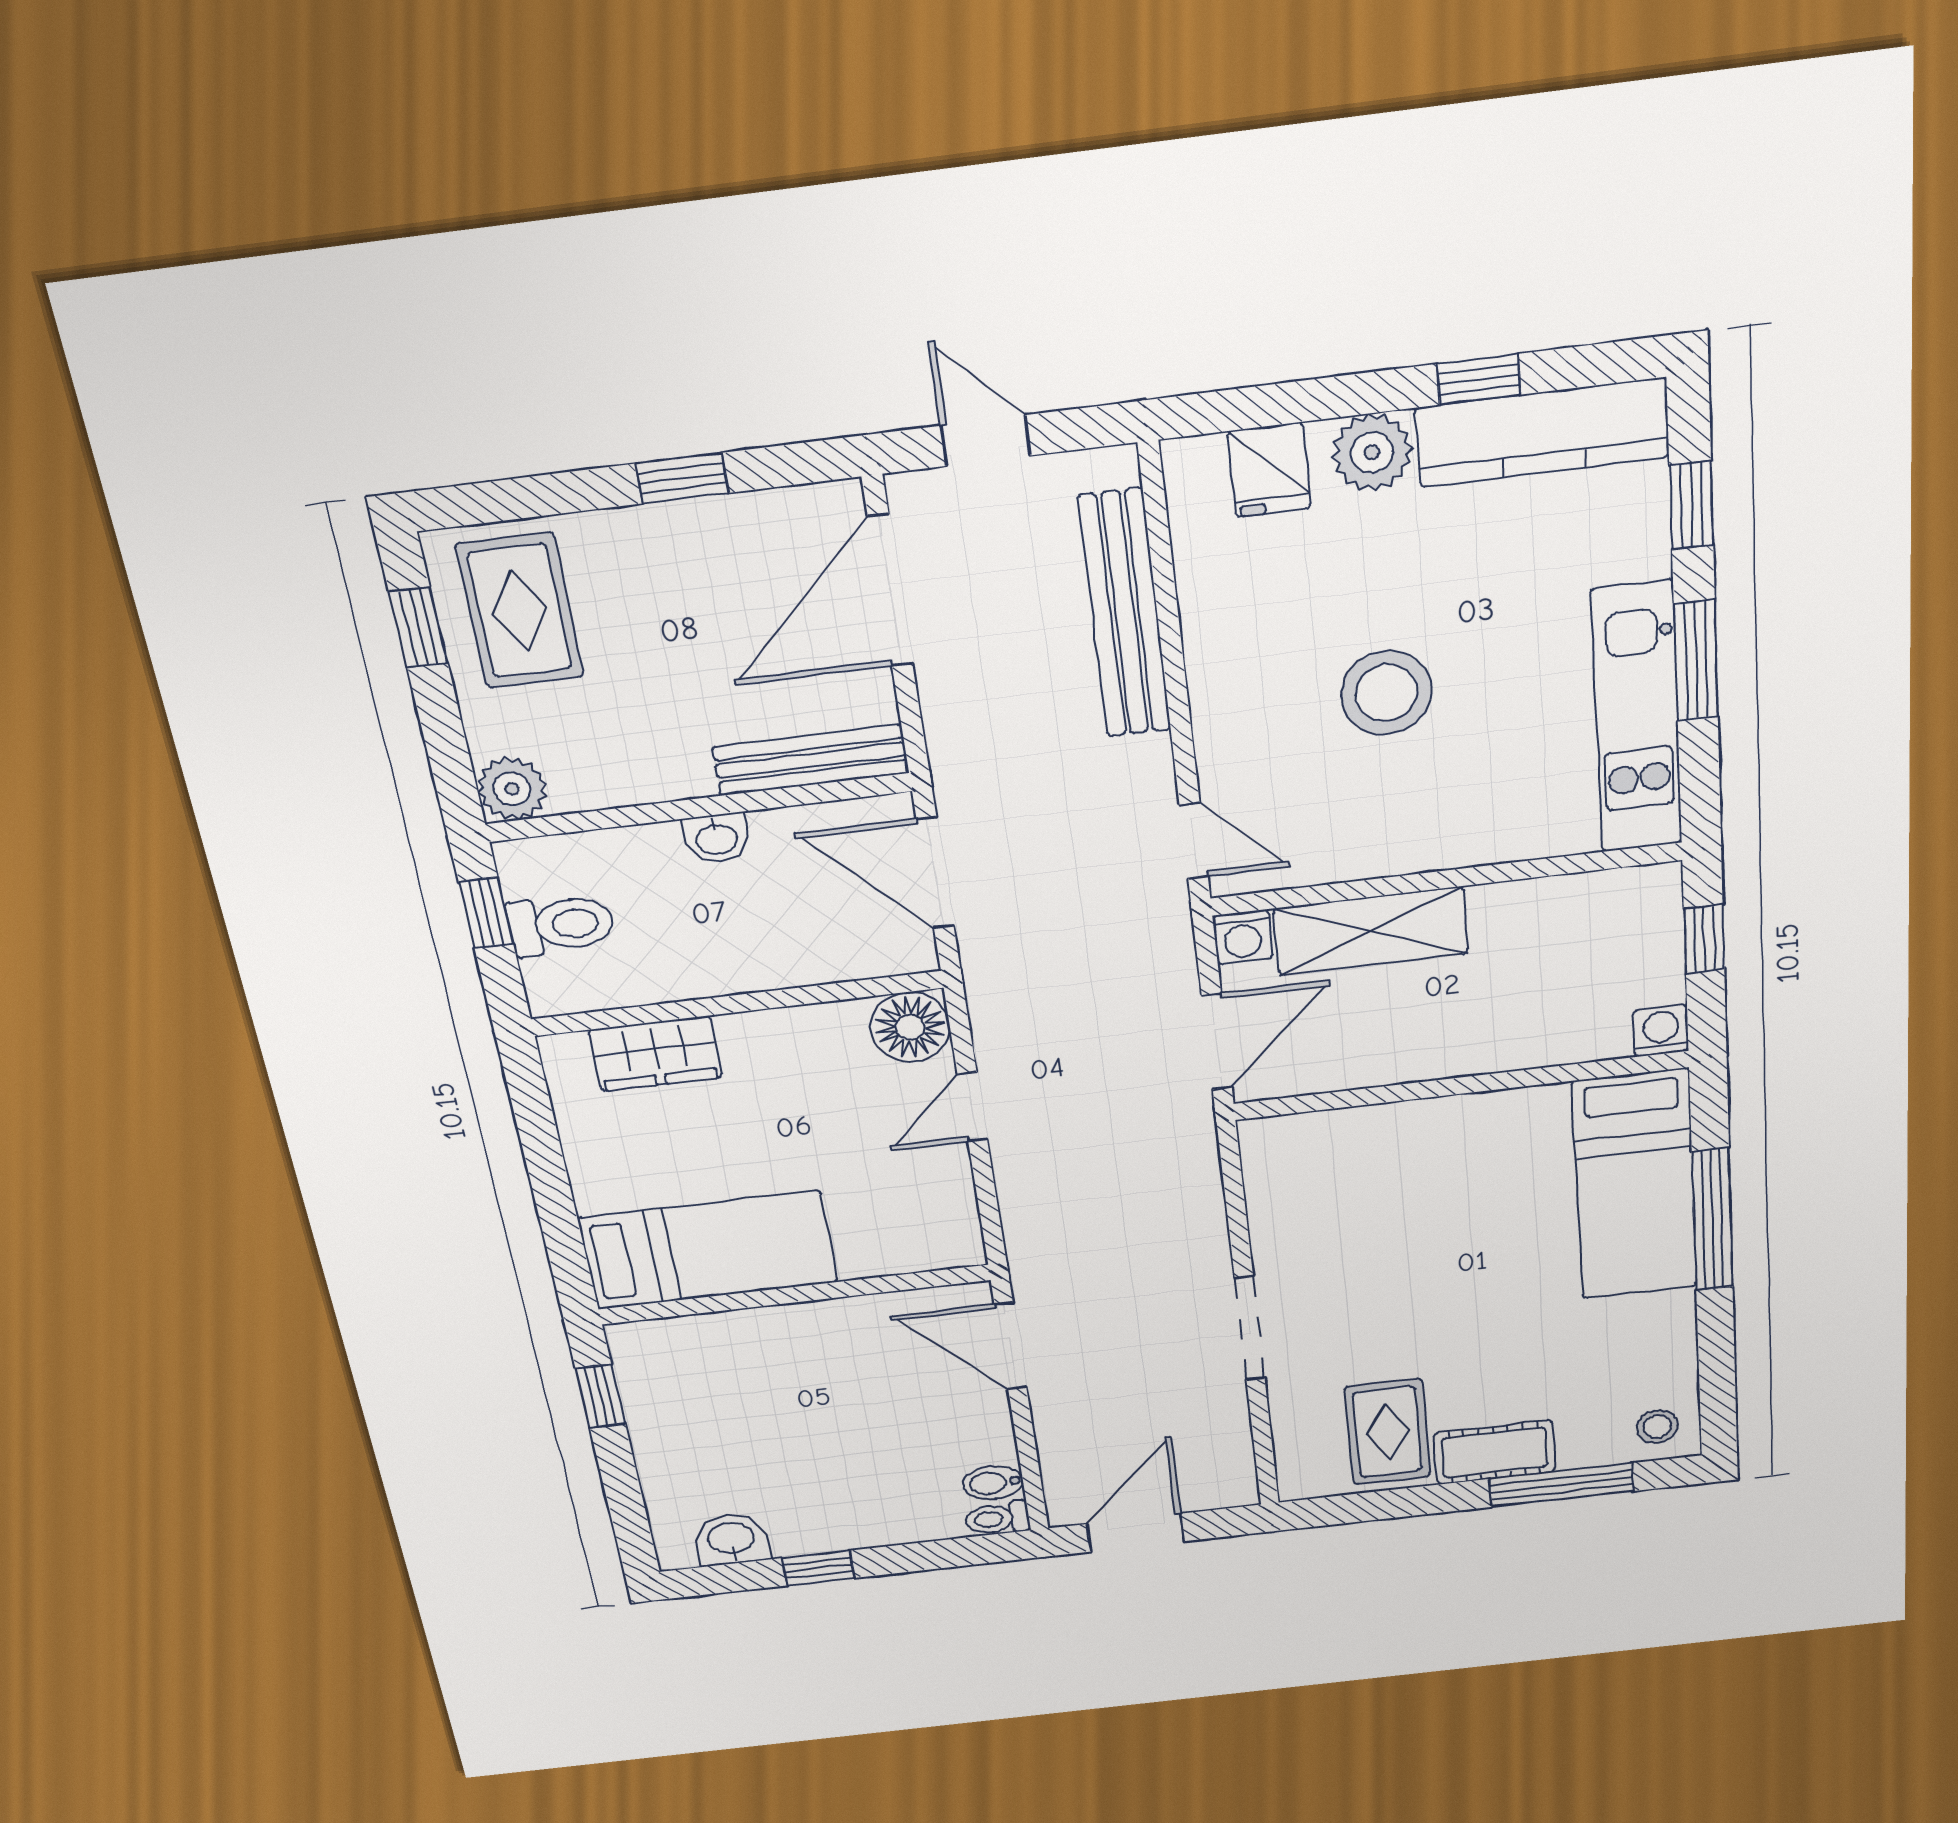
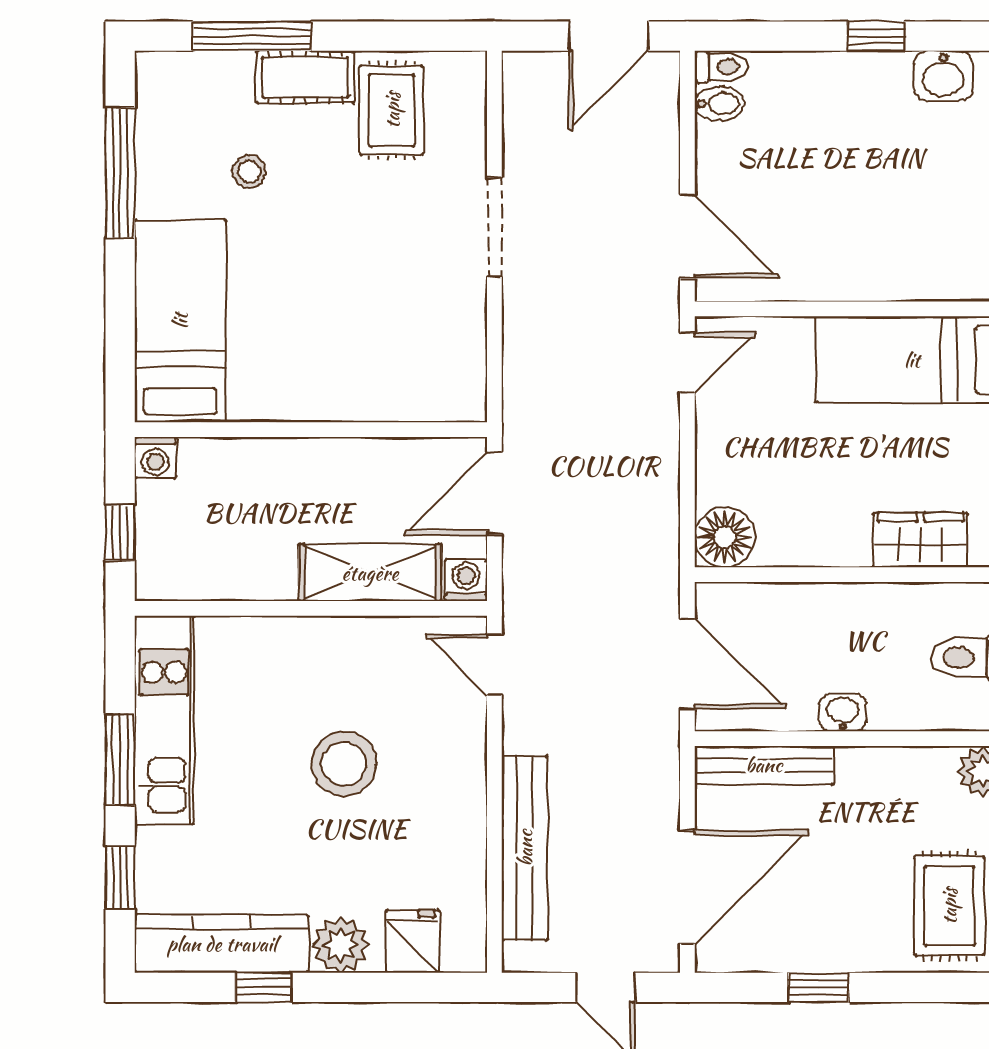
door: (972, 1107) -> (687, 363), moved
window: (1712, 1220) -> (120, 173), moved
stool: (1658, 1427) -> (249, 172), moved

